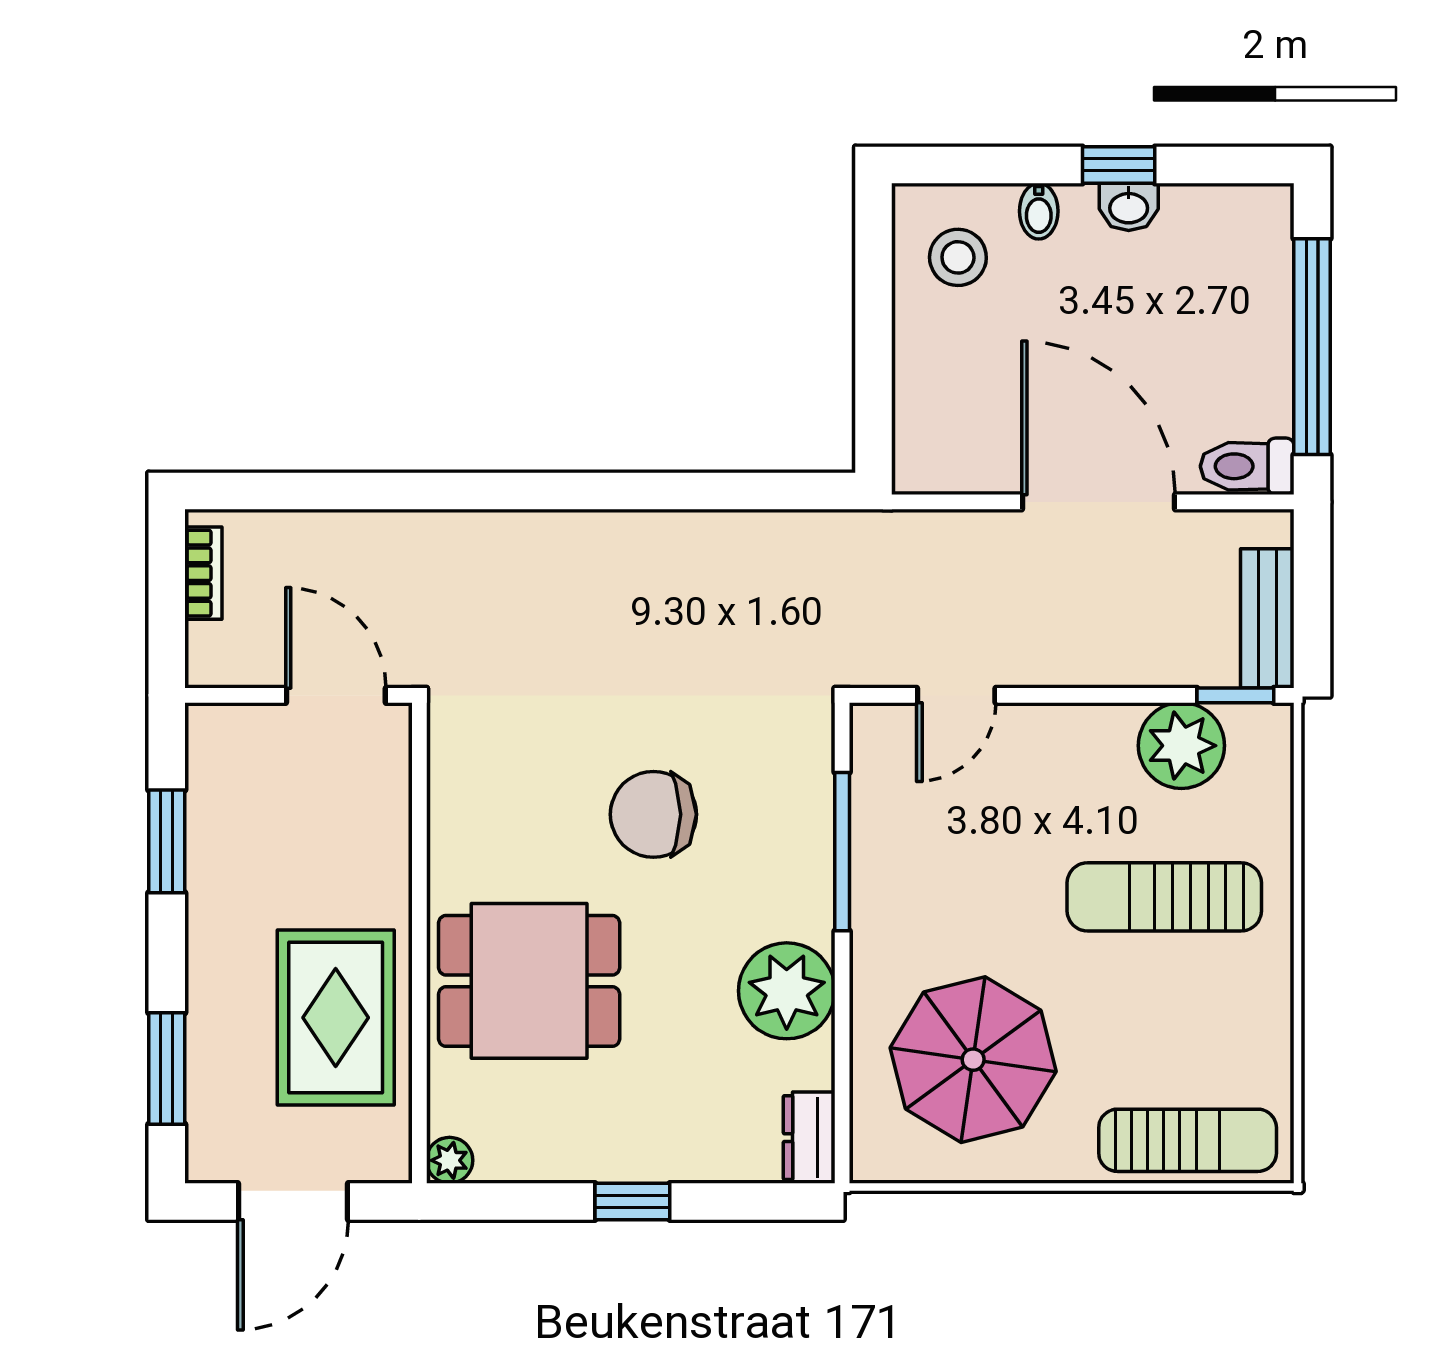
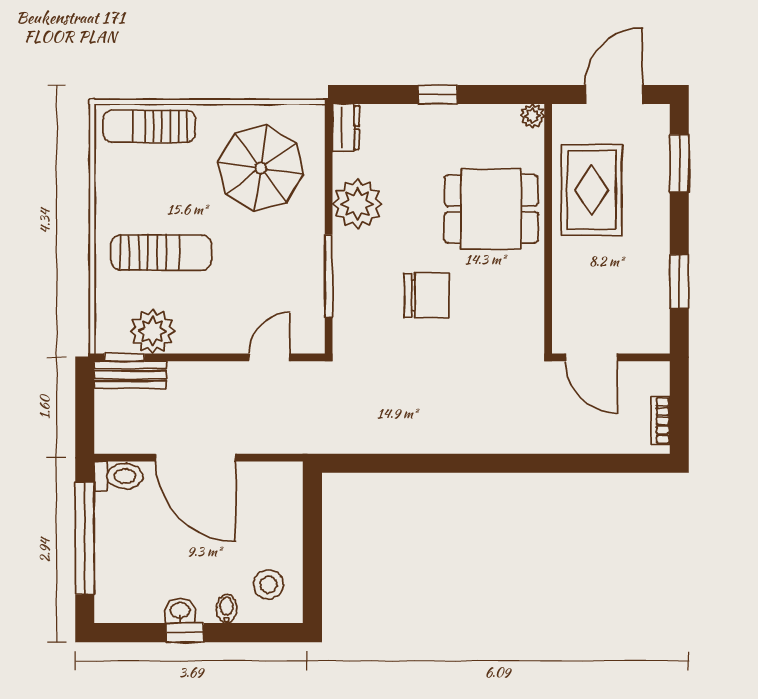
bench: (1267, 618) -> (130, 375), moved, turned 90

